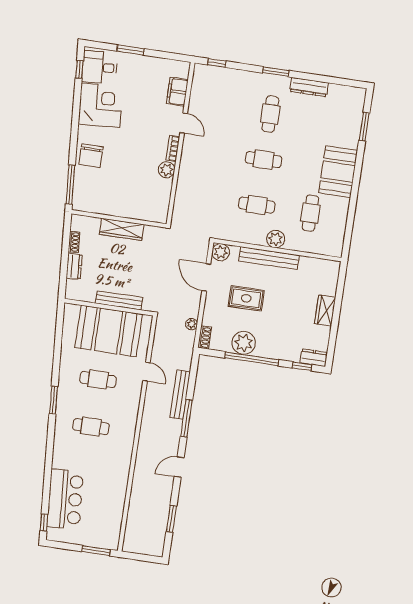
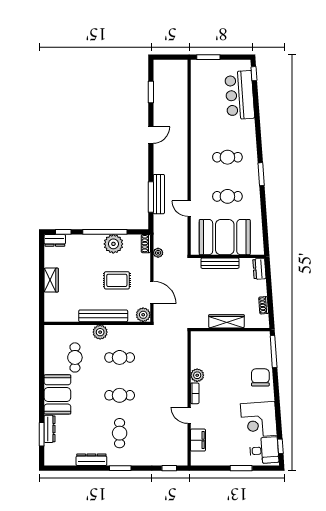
dresser: (354, 132) -> (50, 429), added
dresser: (74, 266) -> (259, 269), moved
window: (186, 418) -> (151, 197), moved

